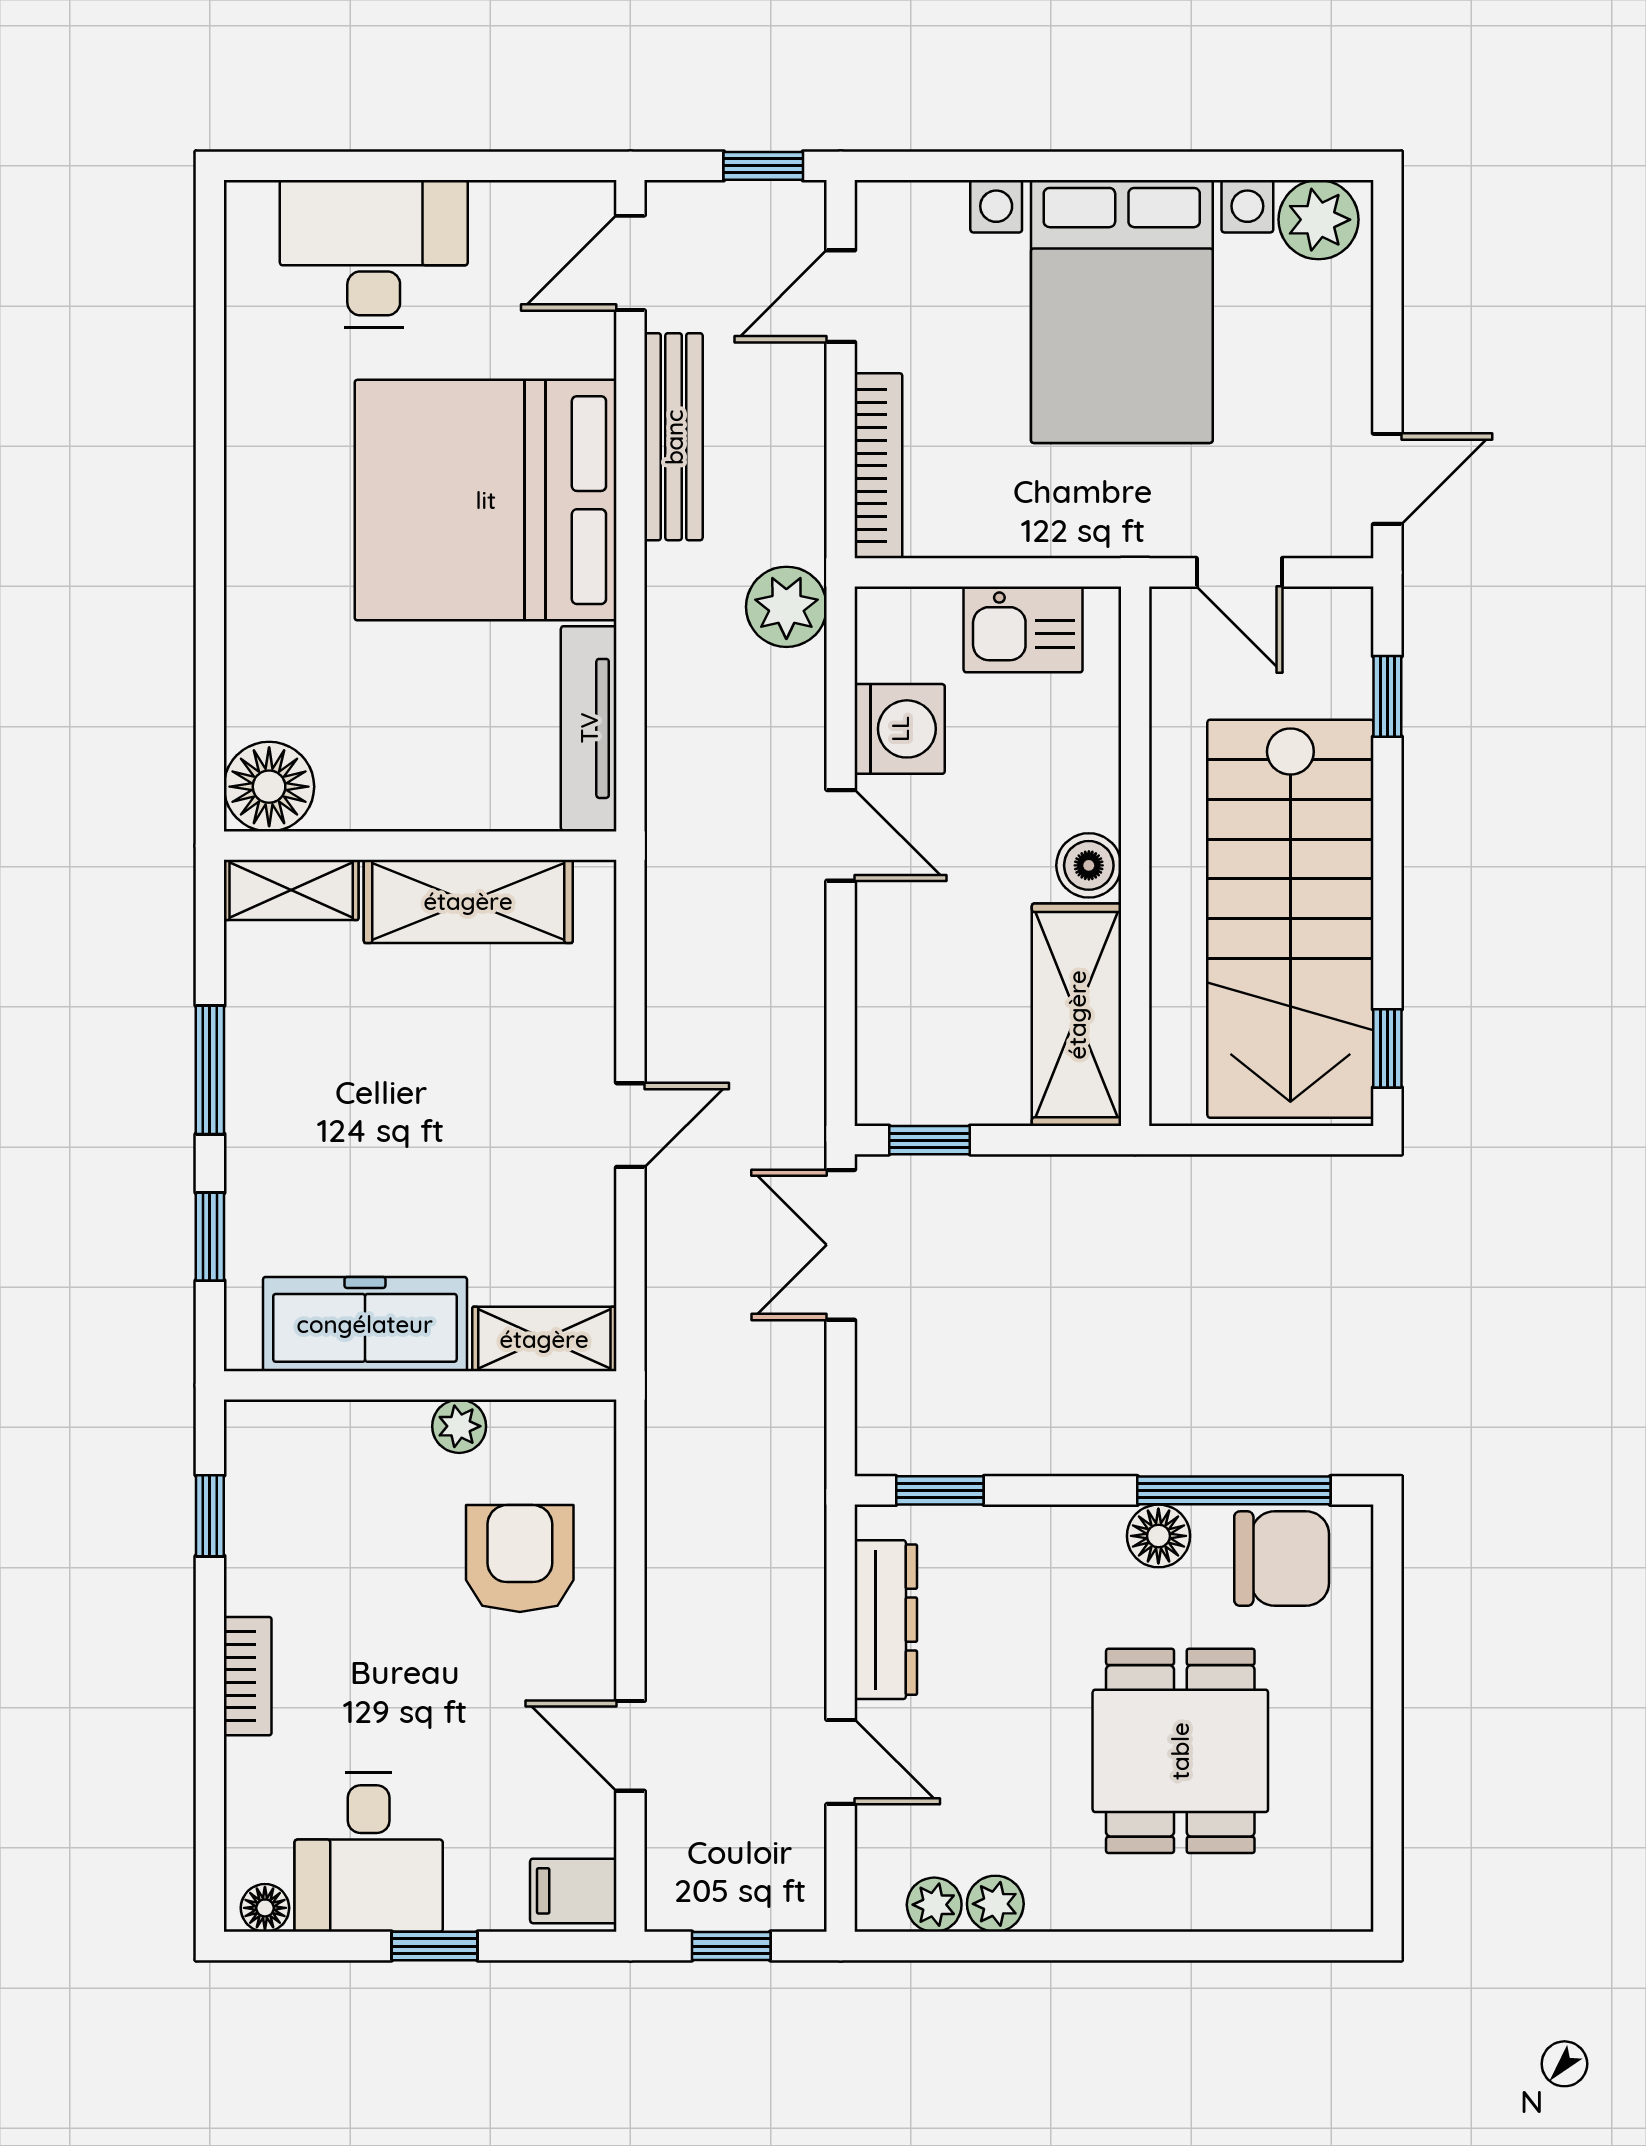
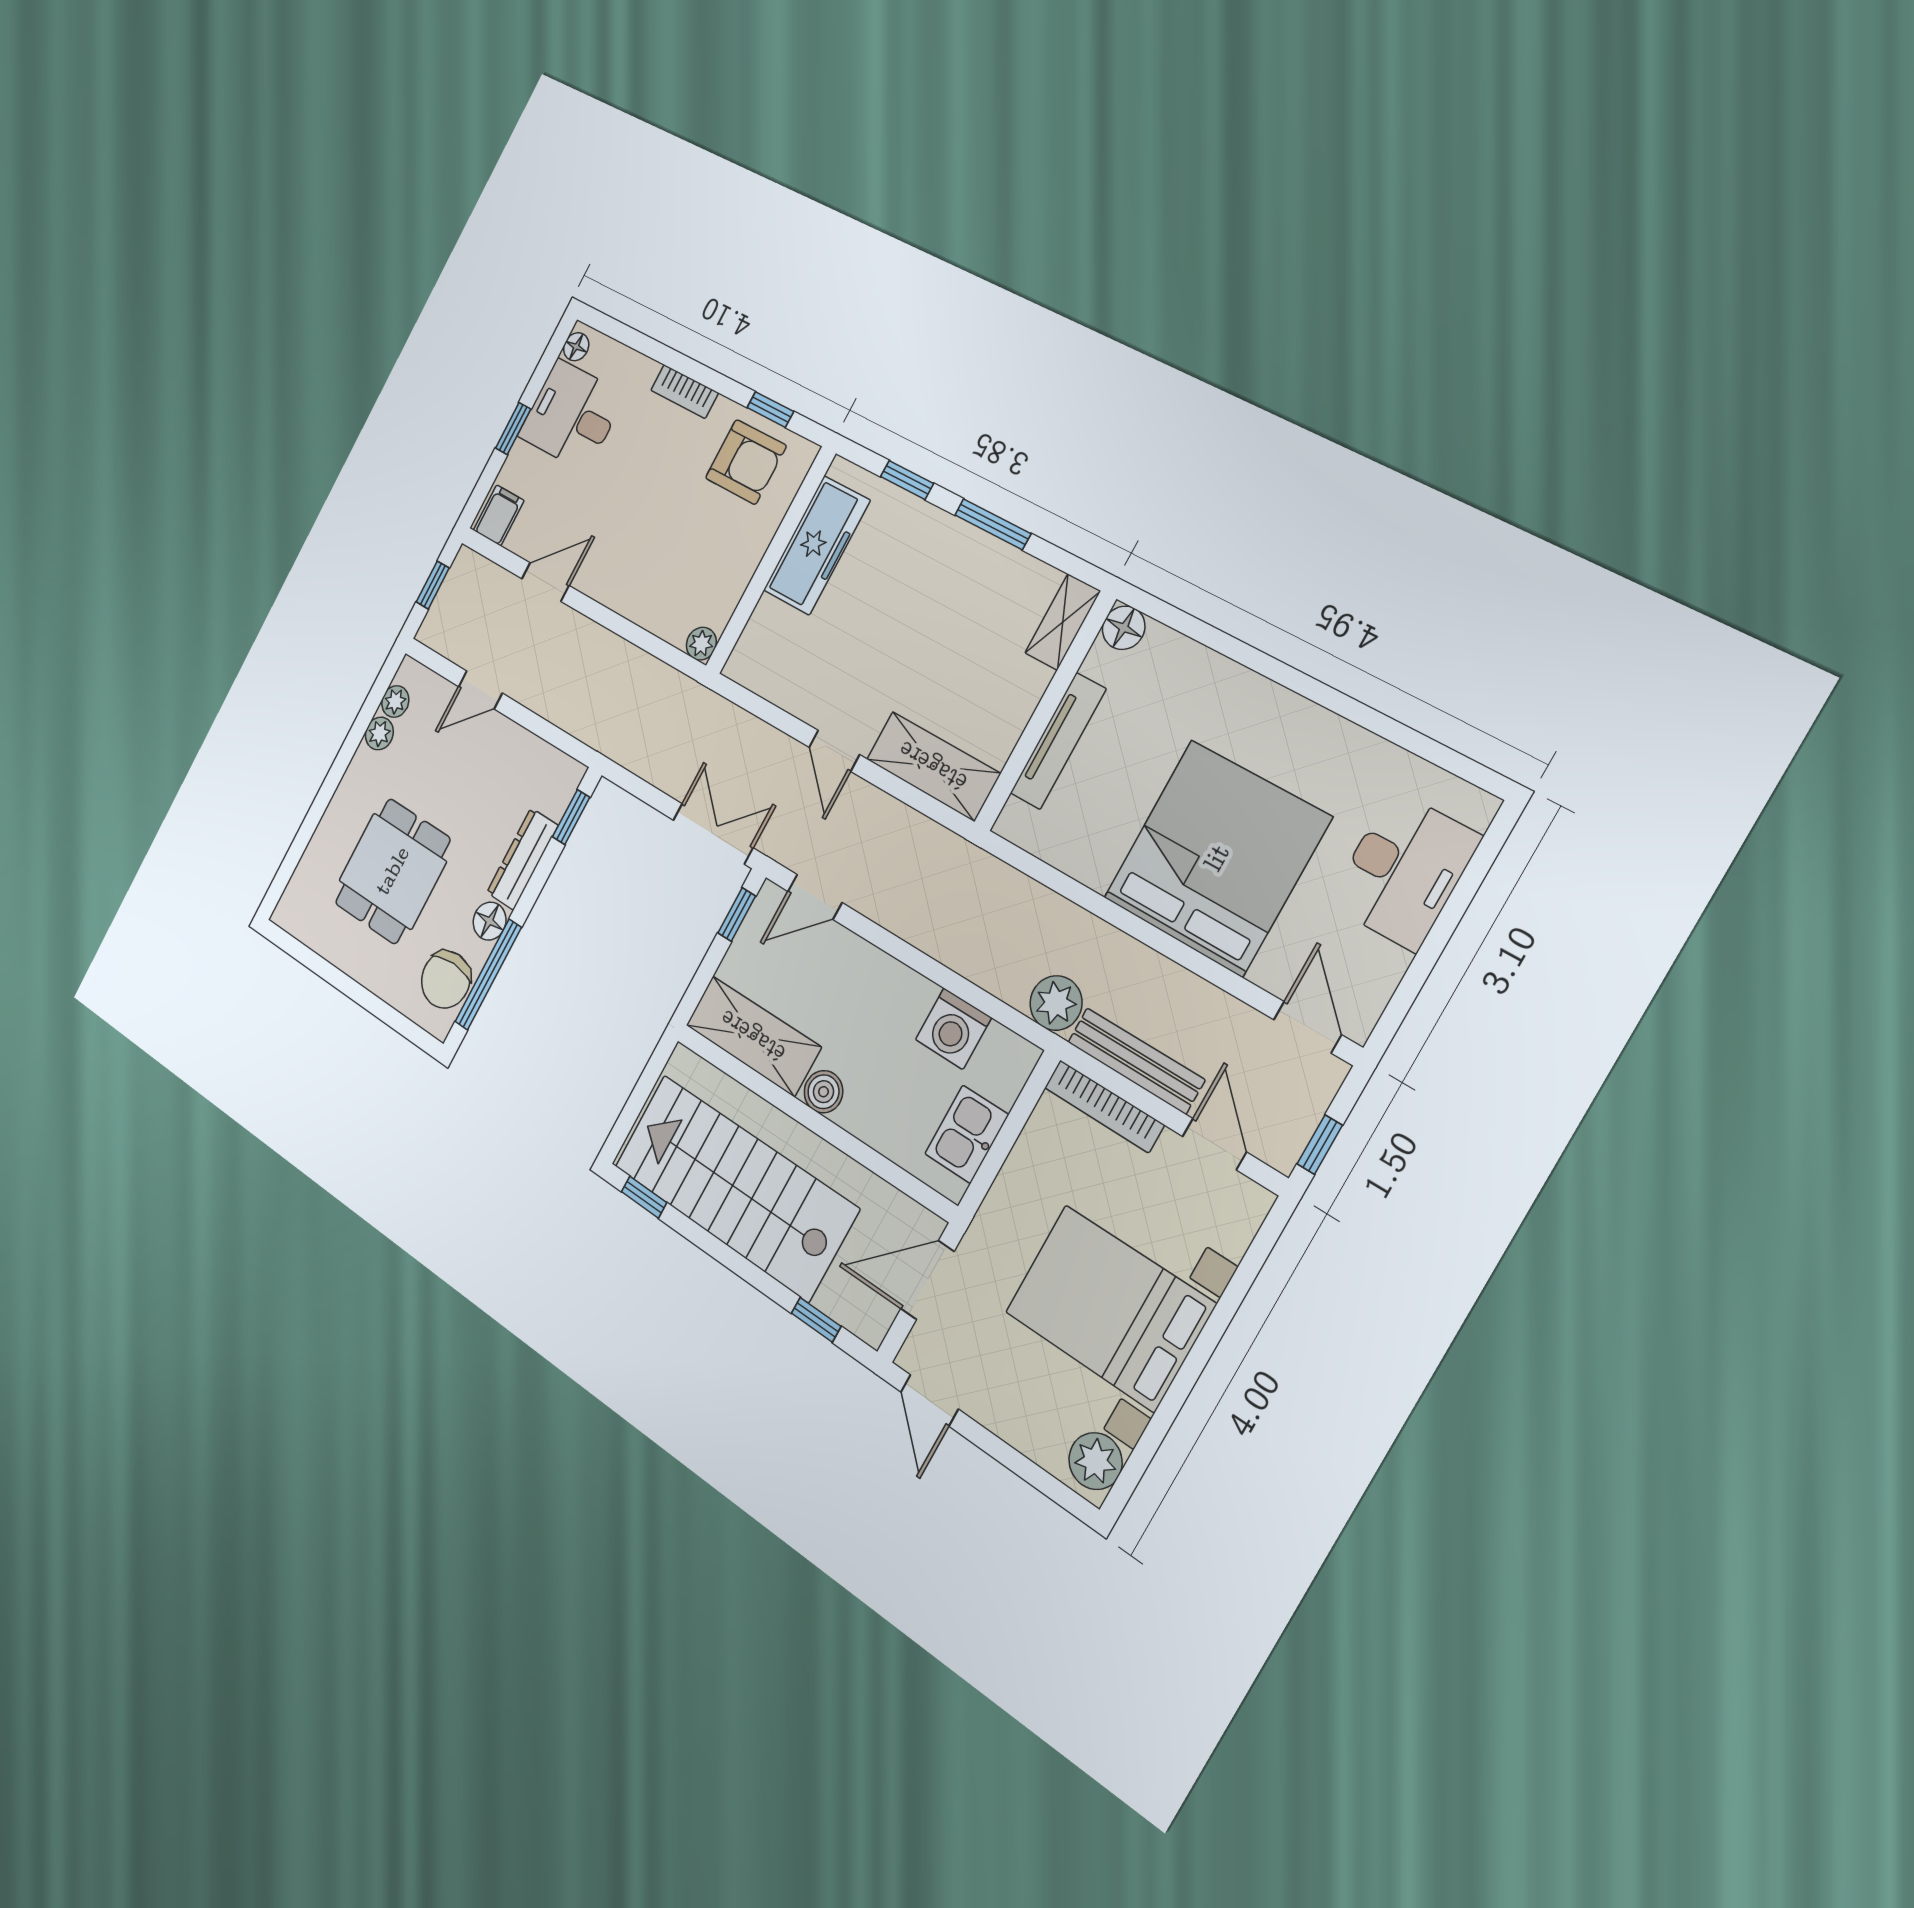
bench: (674, 437) -> (1136, 1061), moved
door: (1239, 572) -> (927, 1280), width x1.38
tv unit: (589, 728) -> (1058, 741), moved, turned 90
floor lamp: (269, 787) -> (1124, 628), width x0.73, depth x0.73
door: (841, 835) -> (815, 897), moved
shelving: (468, 901) -> (933, 766), moved, turned 90
shelving: (544, 1339) -> (756, 642), removed
plant: (459, 1426) -> (701, 644), moved
armchair: (520, 1559) -> (746, 462), moved
dresser: (886, 1620) -> (522, 859), moved, turned 90
dining table: (1180, 1751) -> (393, 871), turned 90

